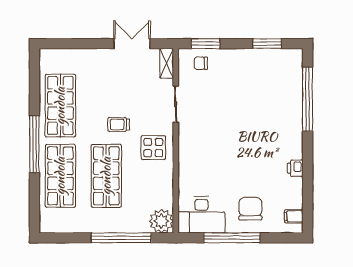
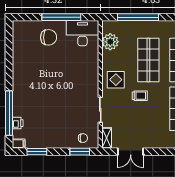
printer: (295, 168) -> (18, 123), moved
chair: (250, 209) -> (49, 37), turned -90
filing cabinet: (294, 216) -> (19, 144), moved
plant: (161, 221) -> (110, 42), moved

